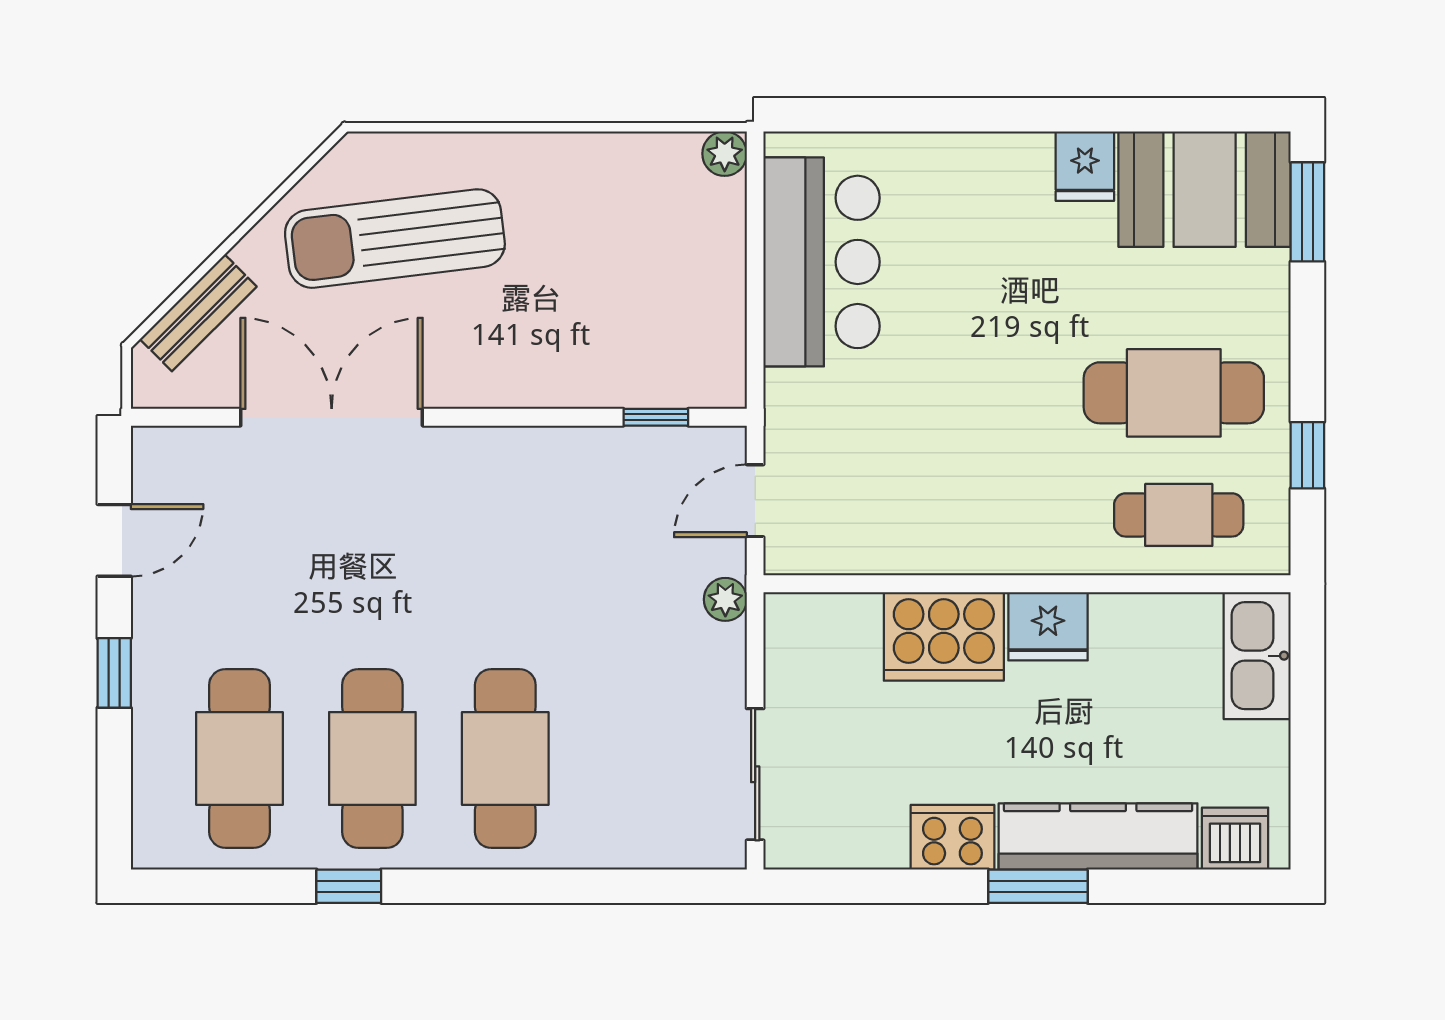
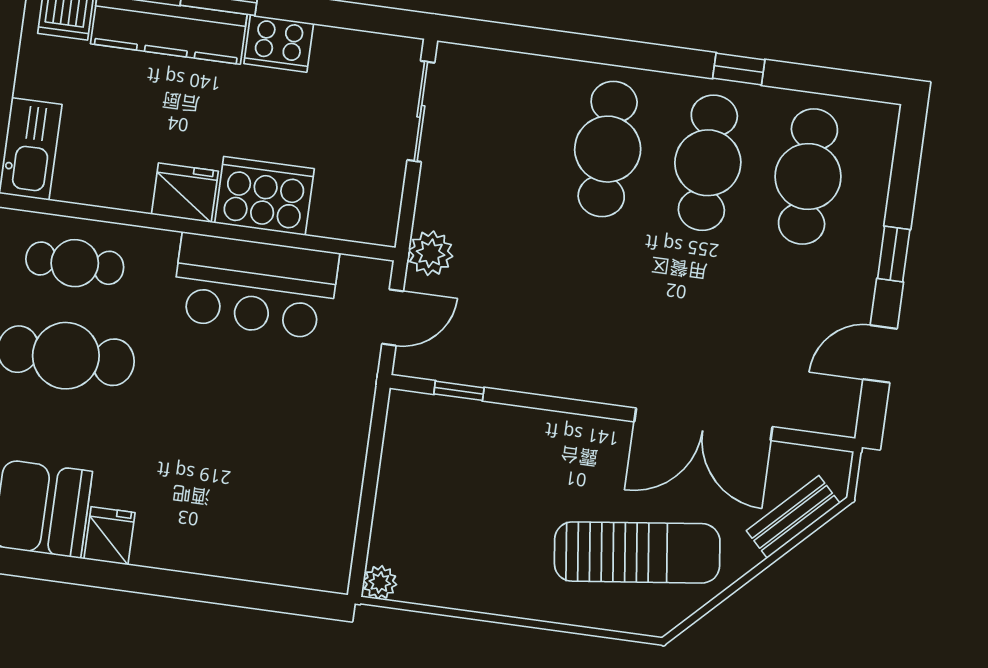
bar counter: (822, 262) -> (255, 286), moved, turned -90
plant: (725, 599) -> (431, 253), width x1.38, depth x1.38

